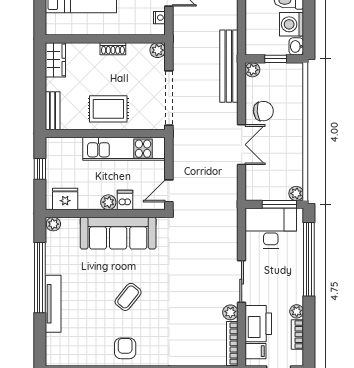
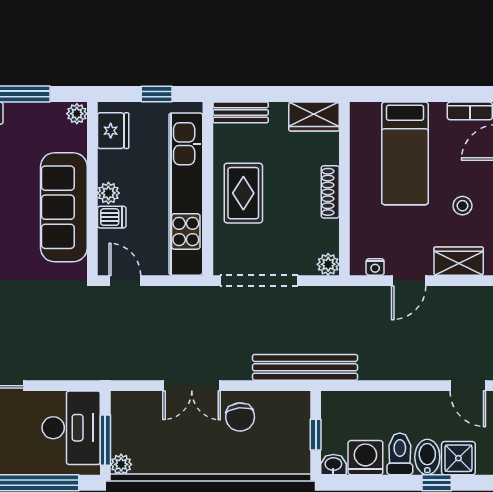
shoe rack: (113, 49) -> (330, 192), width x1.43
plant: (252, 70) -> (300, 401), removed
kitchen unit: (124, 149) -> (186, 194), width x1.36

